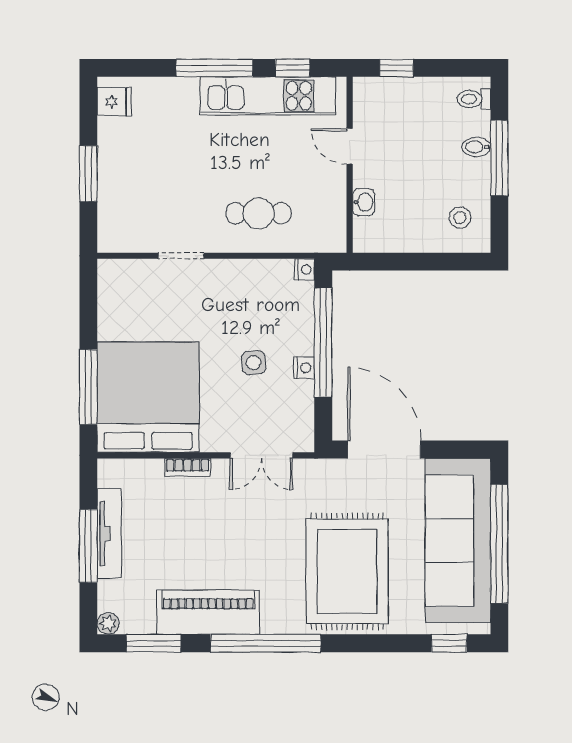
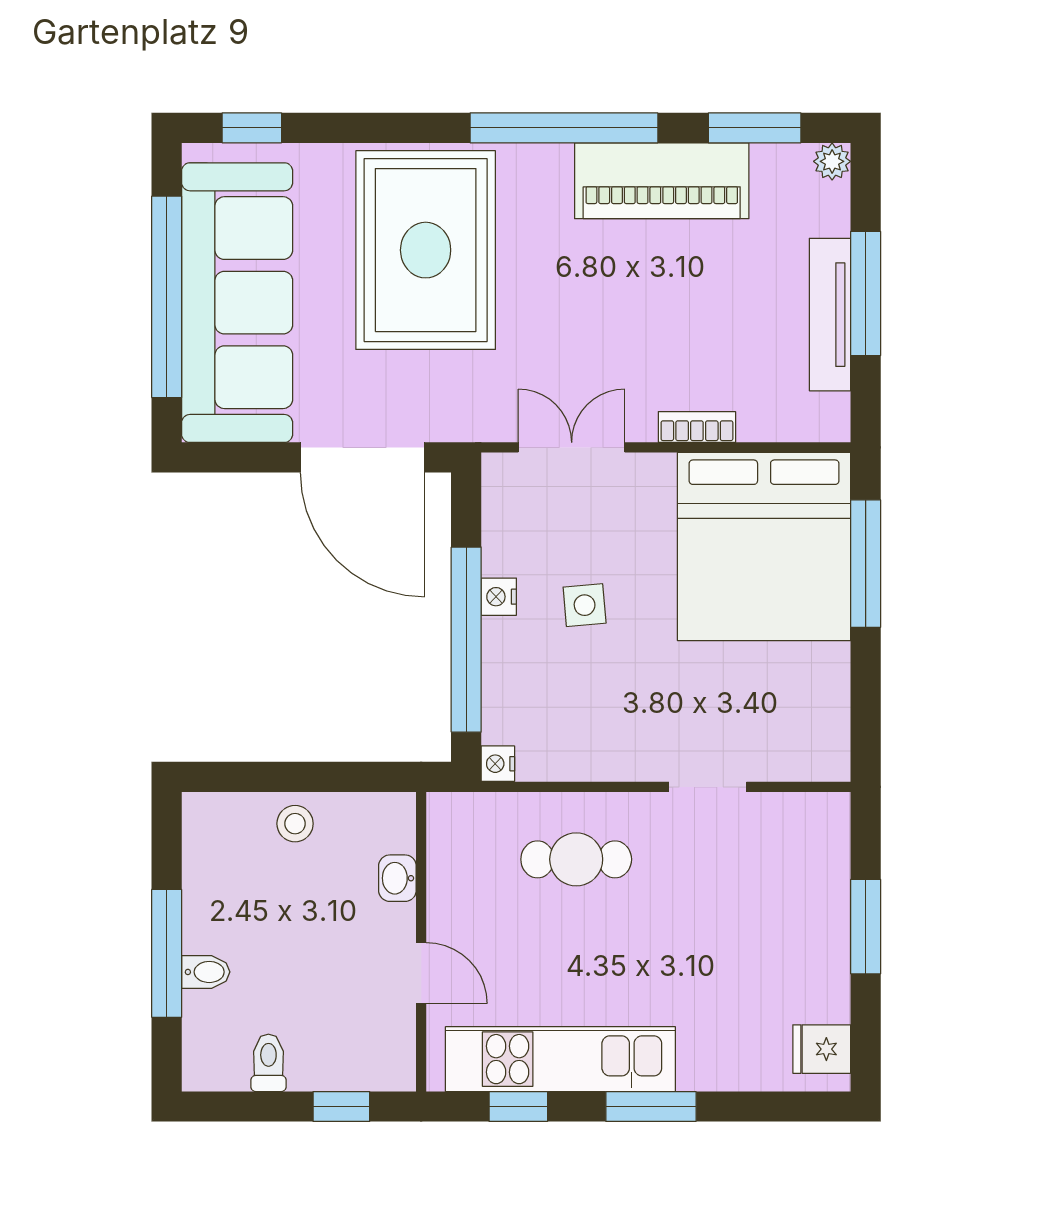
window: (215, 68) -> (651, 1106), width x0.69
toilet: (474, 99) -> (268, 1063), moved, turned -90
stool: (460, 218) -> (295, 824), moved

